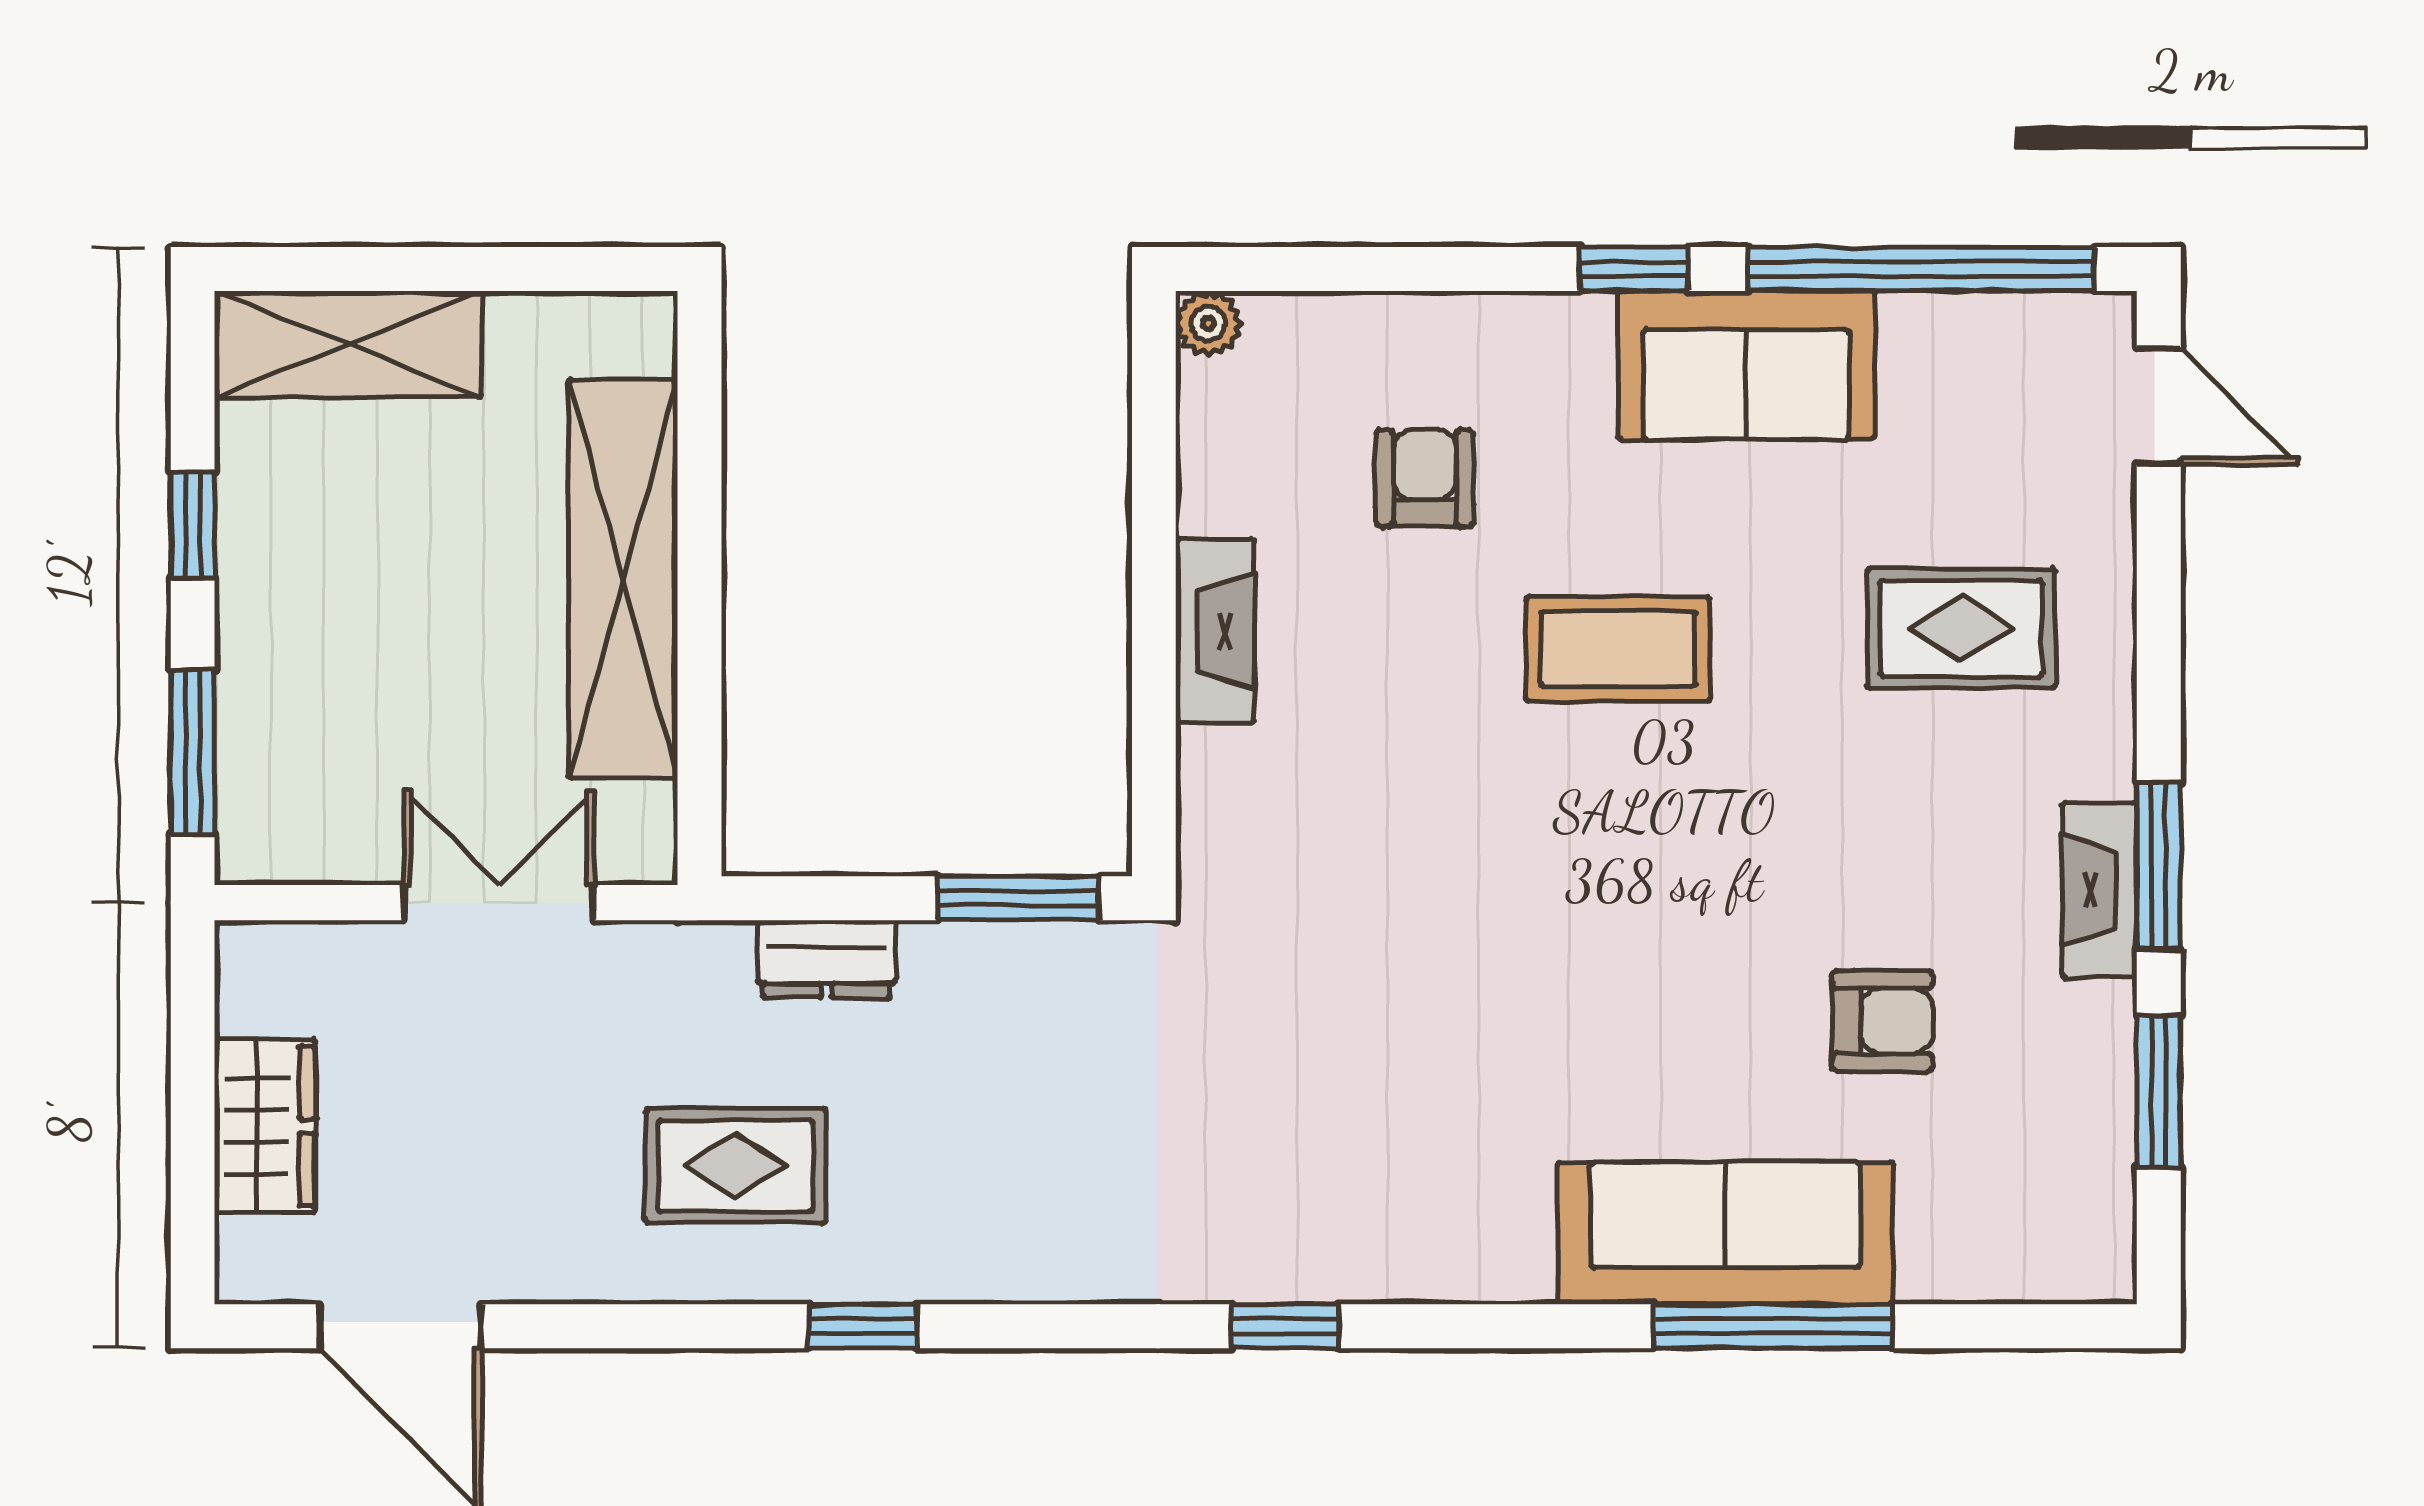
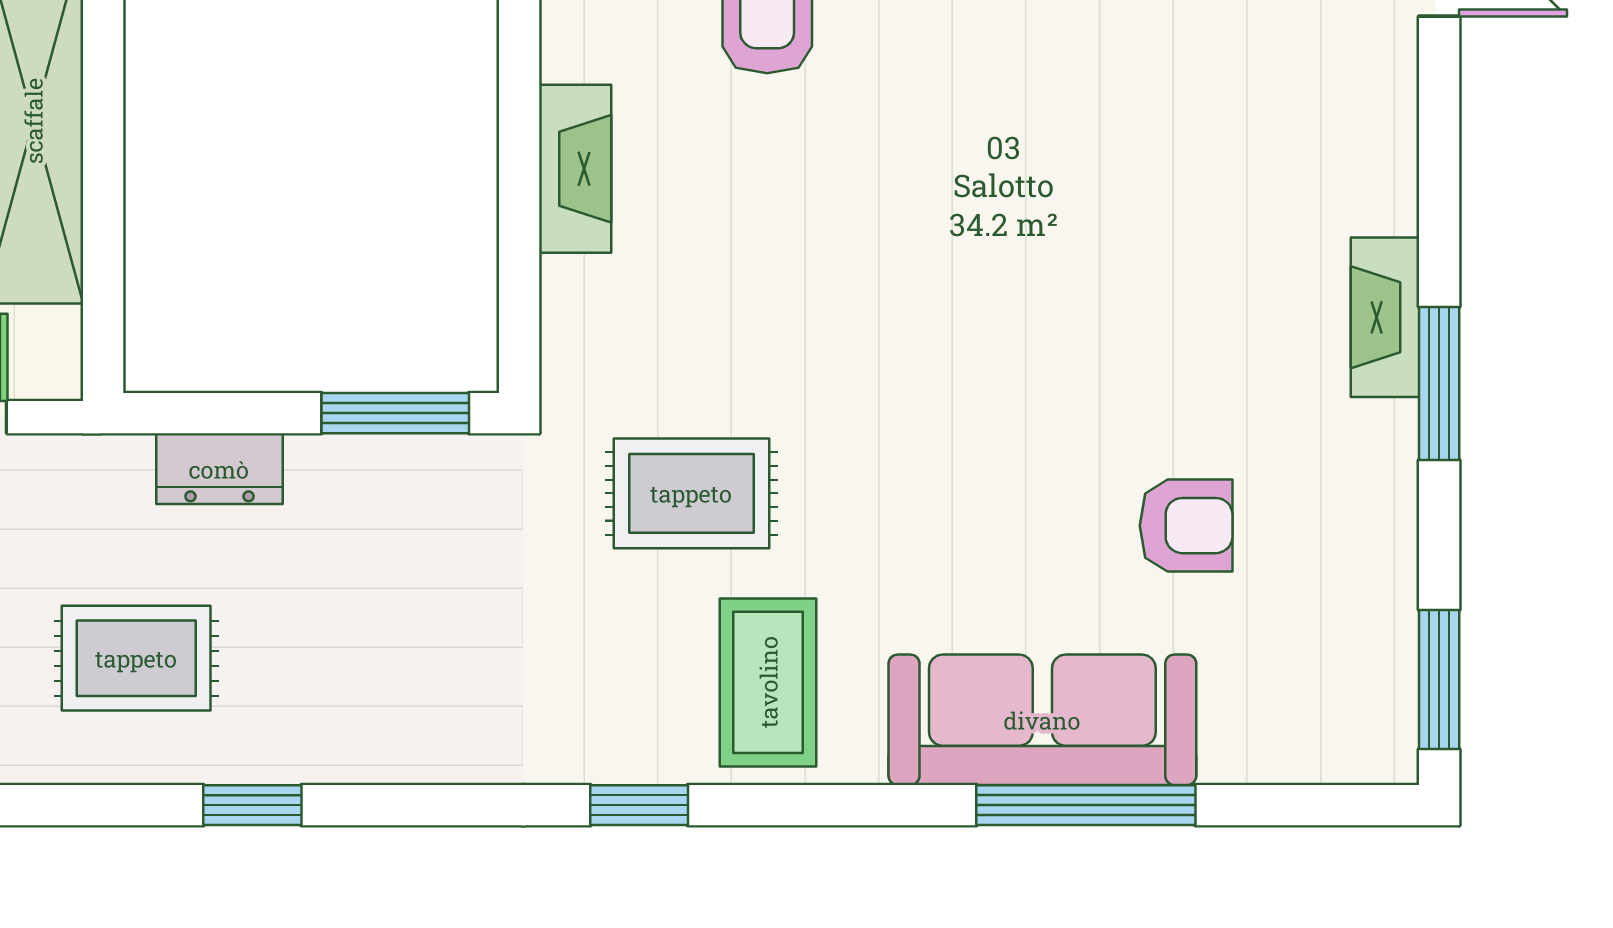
rug: (1961, 628) -> (691, 493), moved
coffee table: (1618, 649) -> (768, 682), moved, turned 90
fireplace: (2100, 890) -> (1385, 317), moved
window: (2159, 1091) -> (1439, 679), moved

